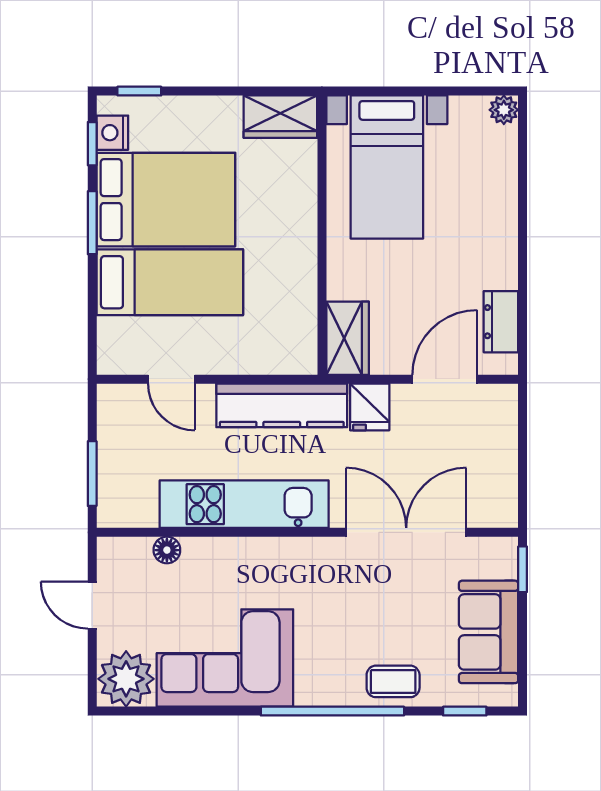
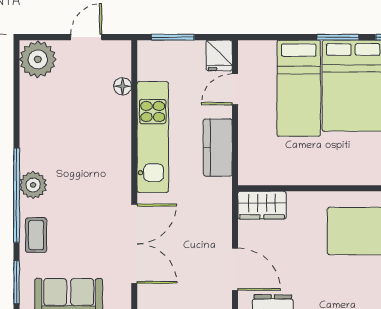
kitchen counter: (282, 405) -> (218, 148), width x0.67
fridge: (370, 407) -> (219, 55), moved, turned -90
corner sofa: (225, 658) -> (51, 124), removed
plant: (317, 686) -> (33, 185), added
window: (465, 711) -> (17, 282), width x1.50

